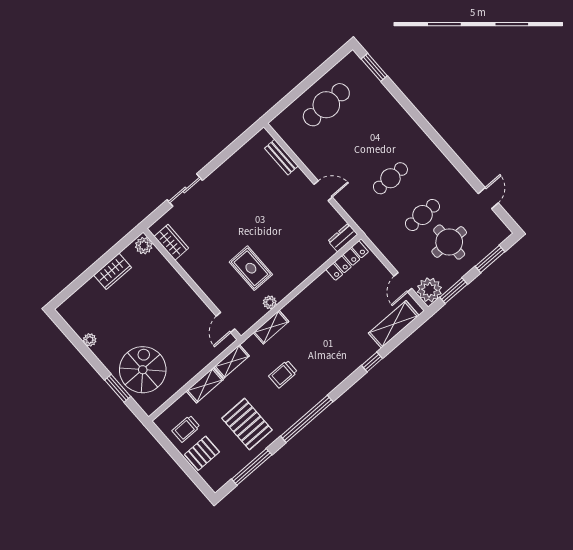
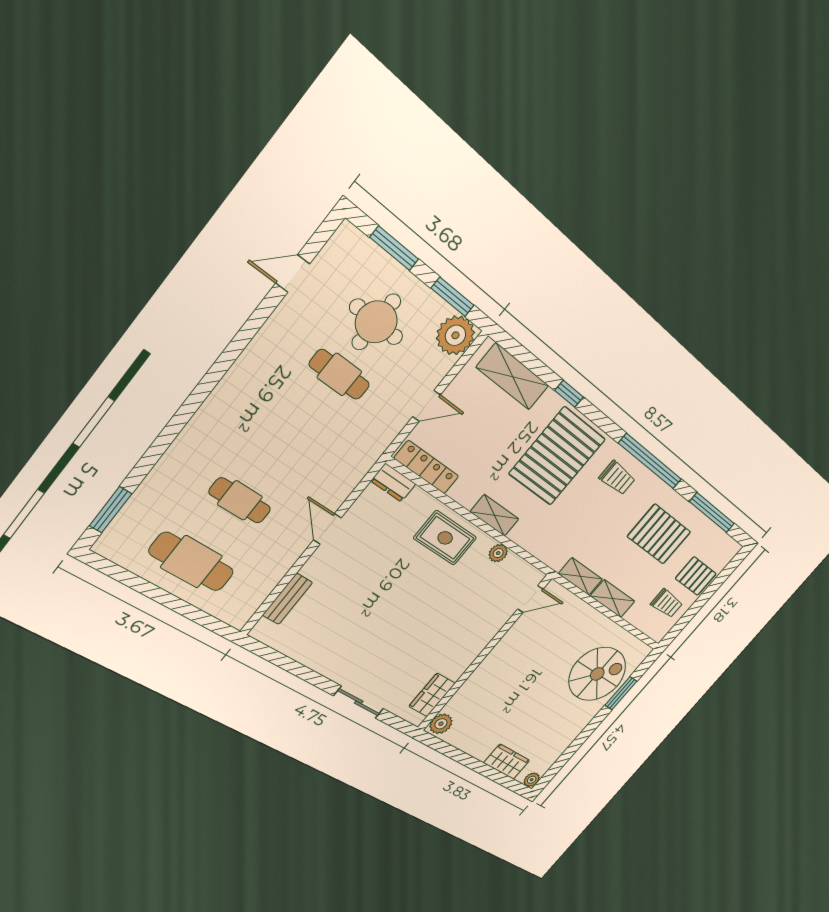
cafe table: (390, 178) -> (240, 500), moved
rug: (251, 268) -> (445, 538), moved, turned 90
wardrobe: (113, 271) -> (507, 762), moved
door: (403, 282) -> (427, 406), moved
shelving: (271, 327) -> (495, 515), moved
plant: (90, 340) -> (532, 780), moved
pallet: (330, 351) -> (557, 456), added
spiral stairs: (143, 370) -> (597, 674), turned 180
trolley: (283, 374) -> (617, 478), moved
pallet: (247, 424) -> (659, 534), turned 90

